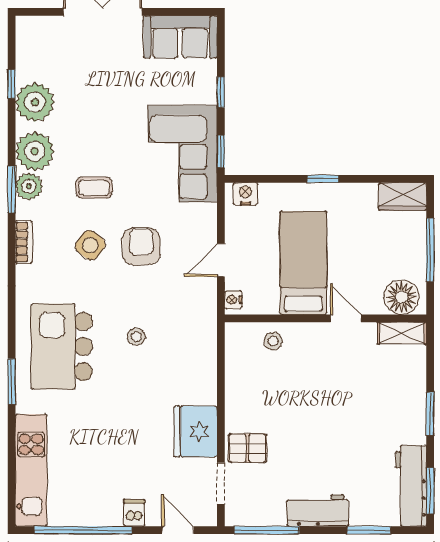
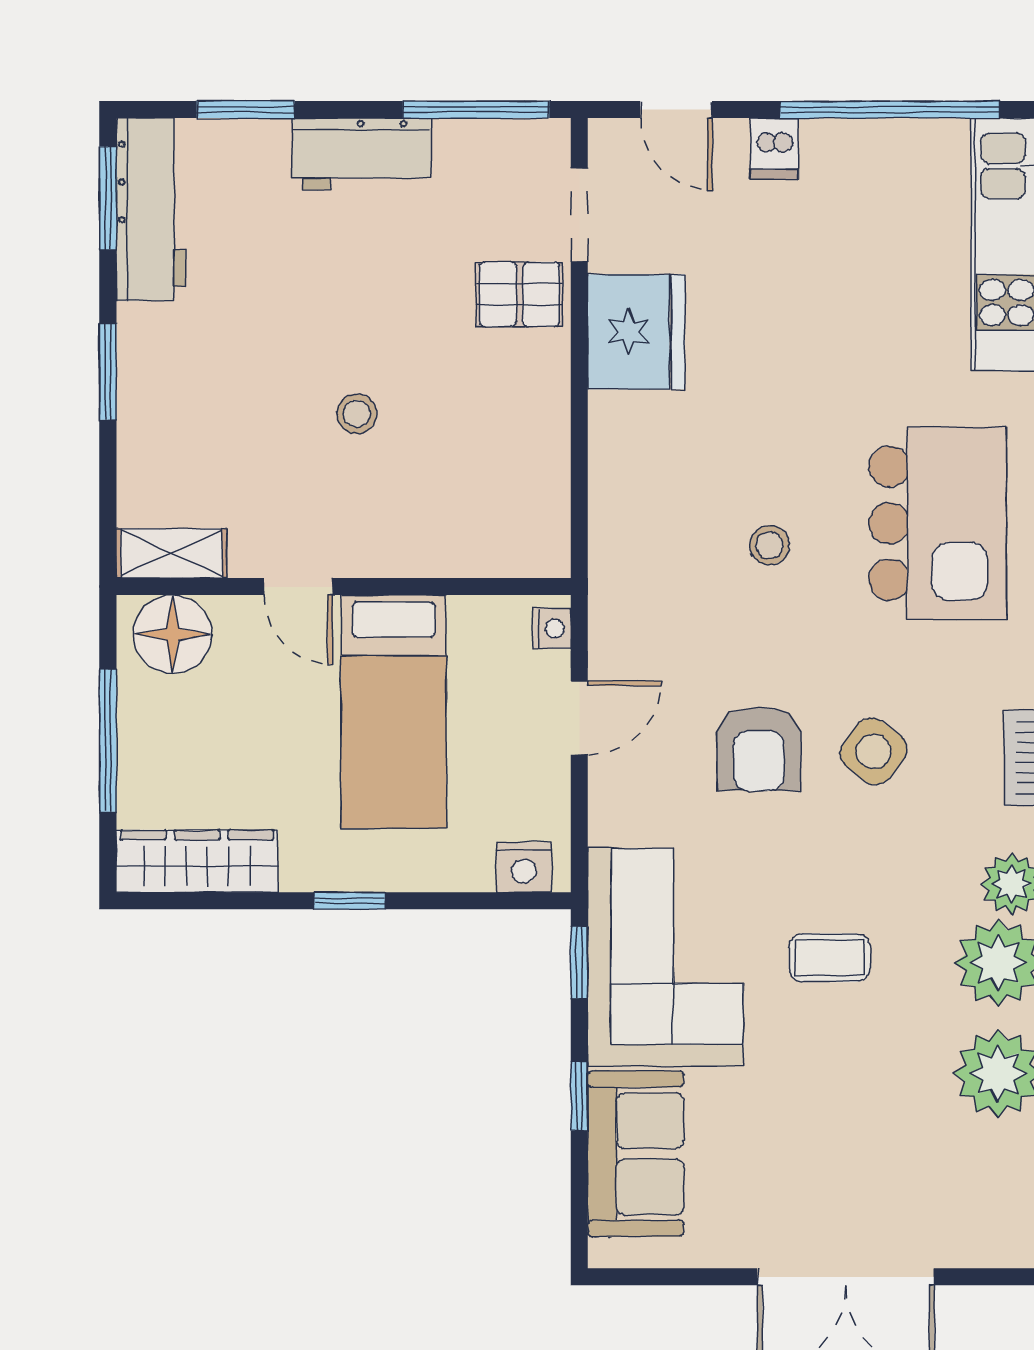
sofa: (180, 37) -> (636, 1154), moved, turned 90
coffee table: (94, 188) -> (829, 958), moved
wardrobe: (403, 196) -> (197, 861), width x1.50
stool: (273, 341) -> (357, 414), moved

